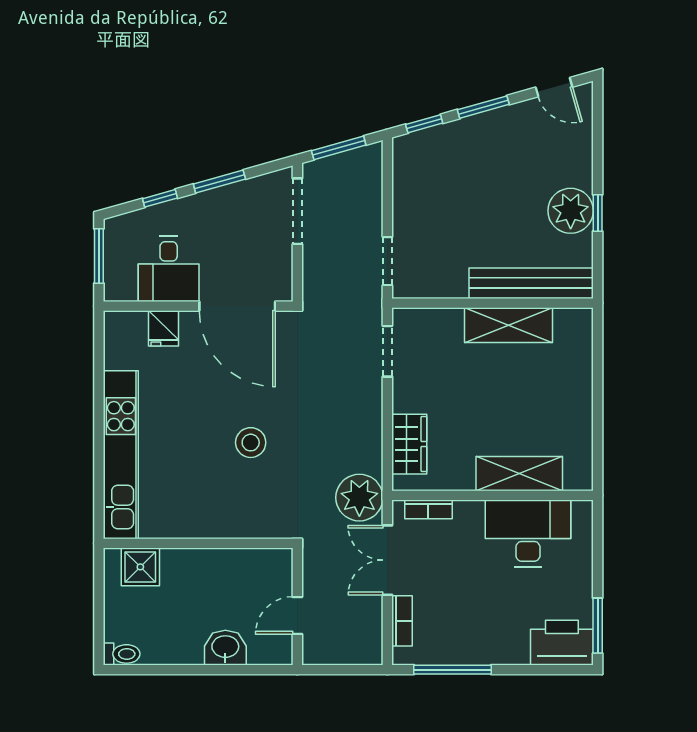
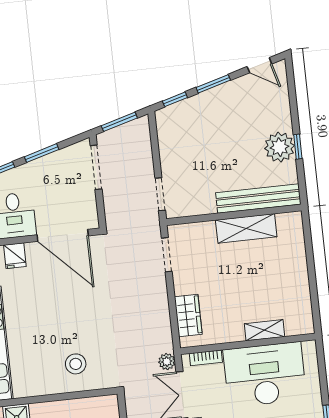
stool: (251, 443) -> (76, 364), moved
shelving: (519, 474) -> (264, 330), width x0.67, depth x0.75
plant: (359, 498) -> (167, 362), width x0.53, depth x0.53
desk: (528, 533) -> (265, 375), width x1.36, depth x1.30

